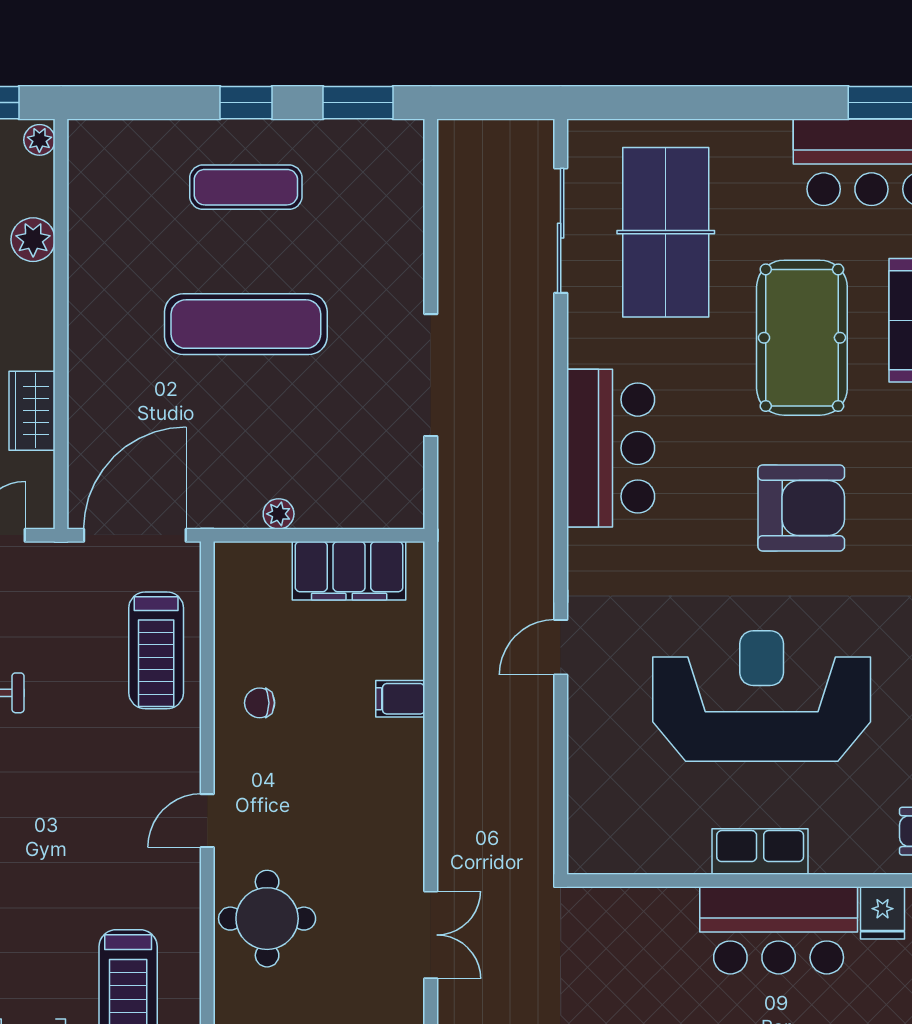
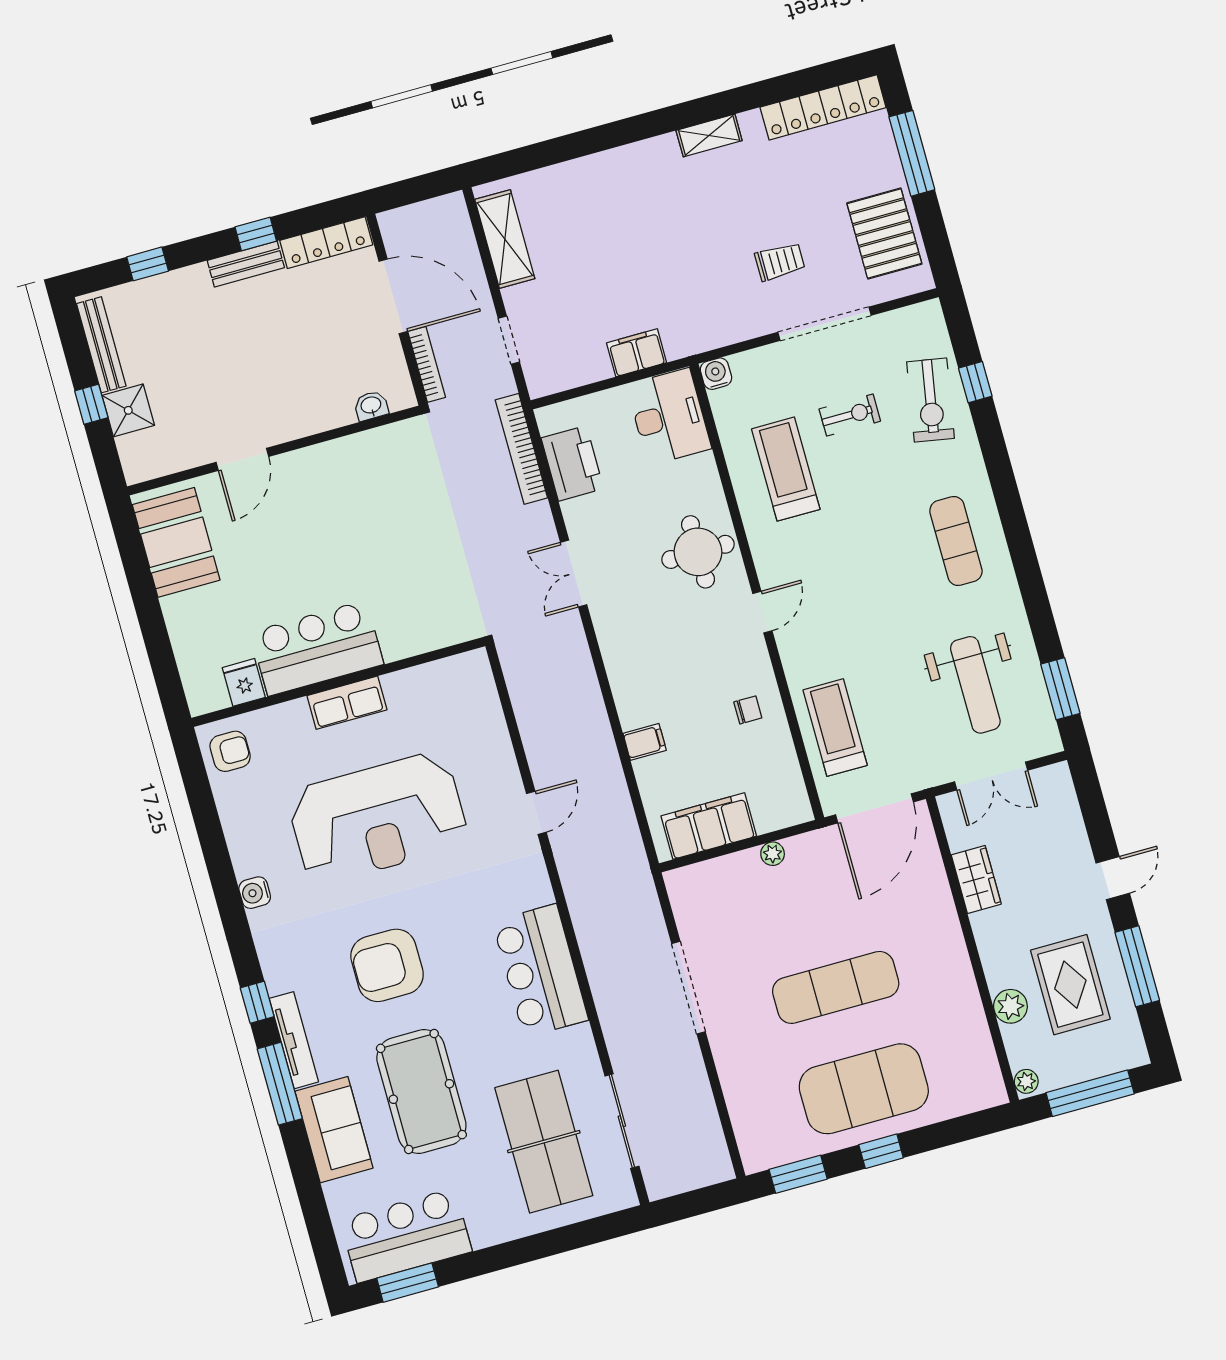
exercise mat: (246, 187) -> (864, 1089), width x2.00, depth x1.45

